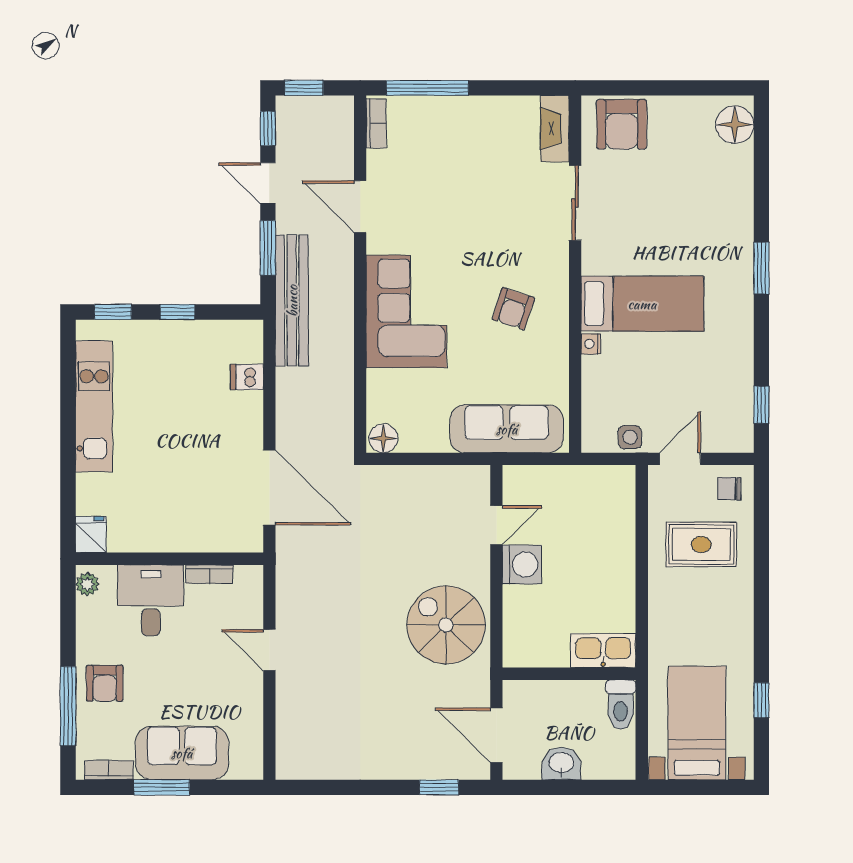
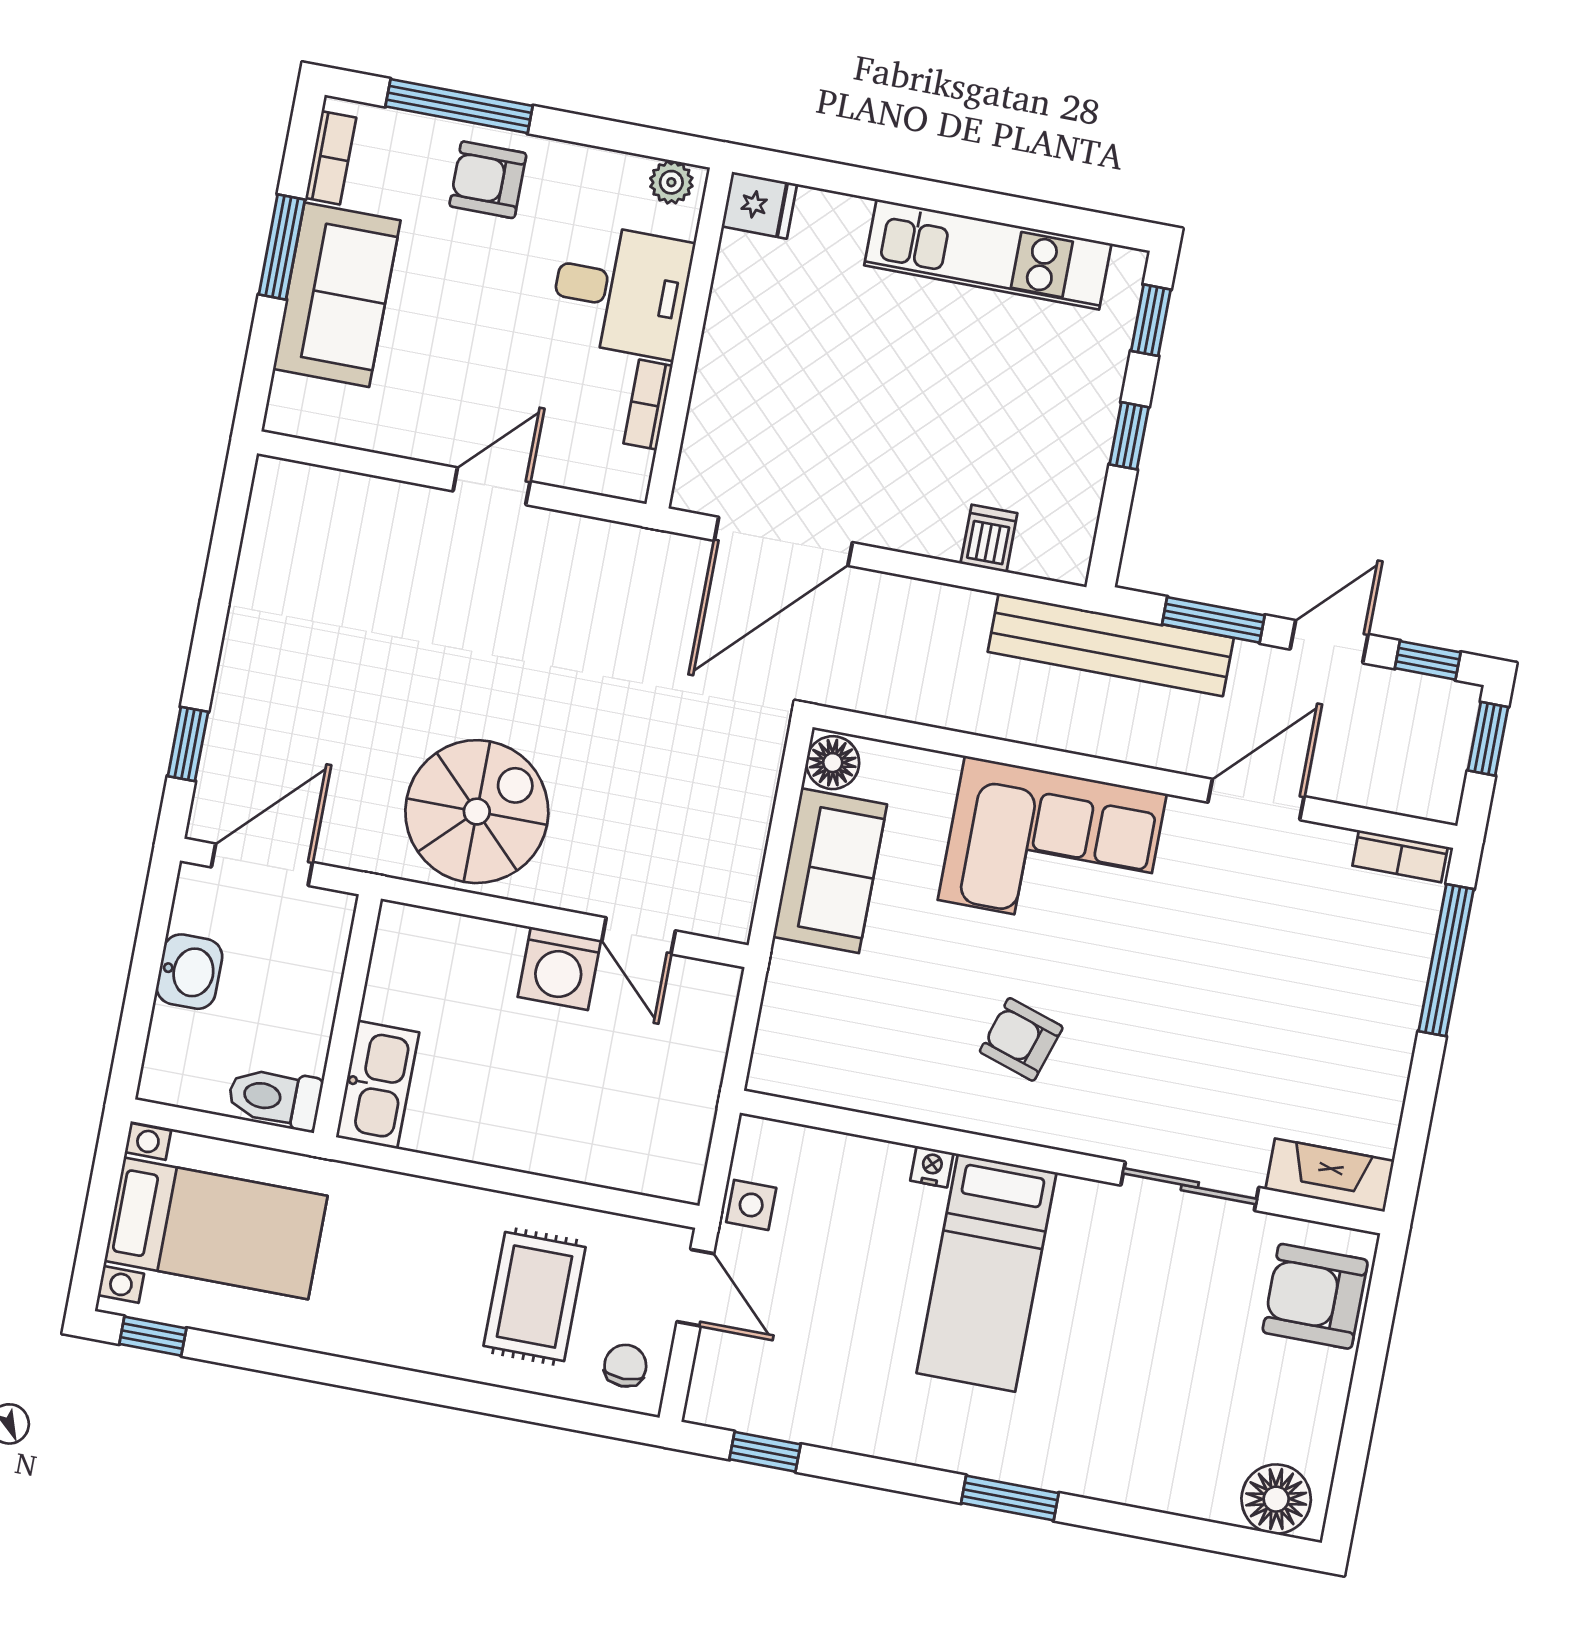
sofa: (507, 429) -> (830, 871), moved, width x0.73
window: (761, 700) -> (153, 1336), moved

